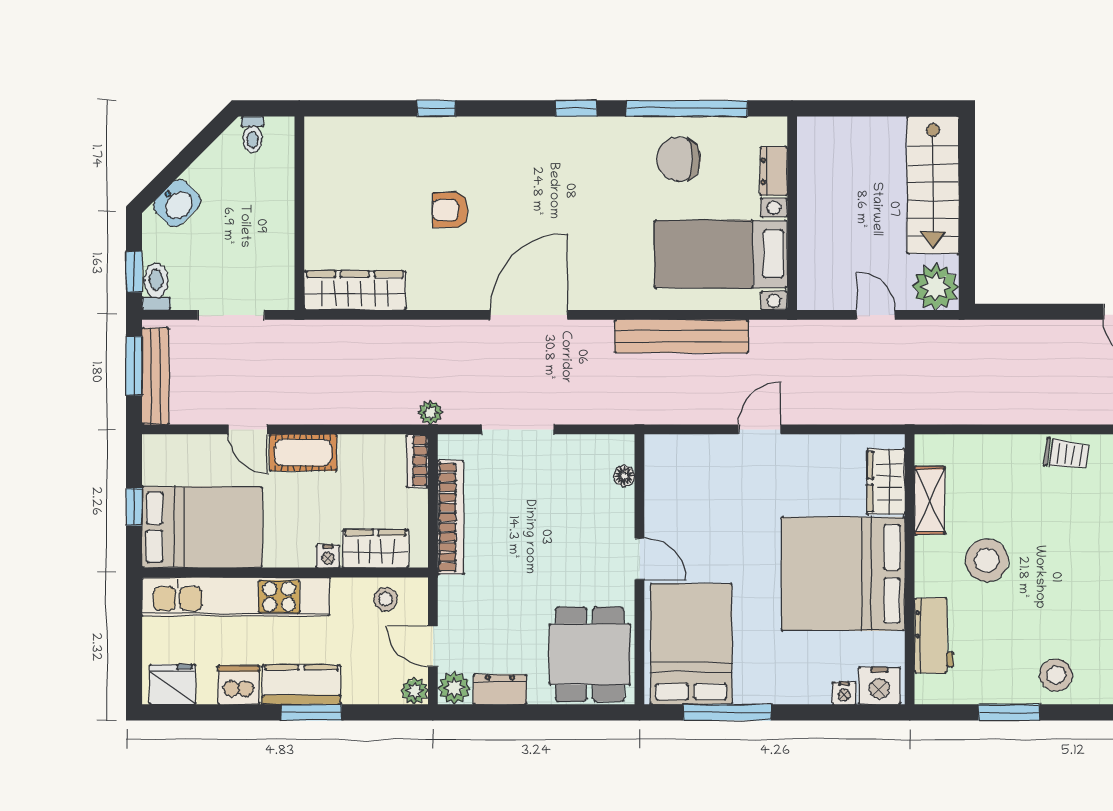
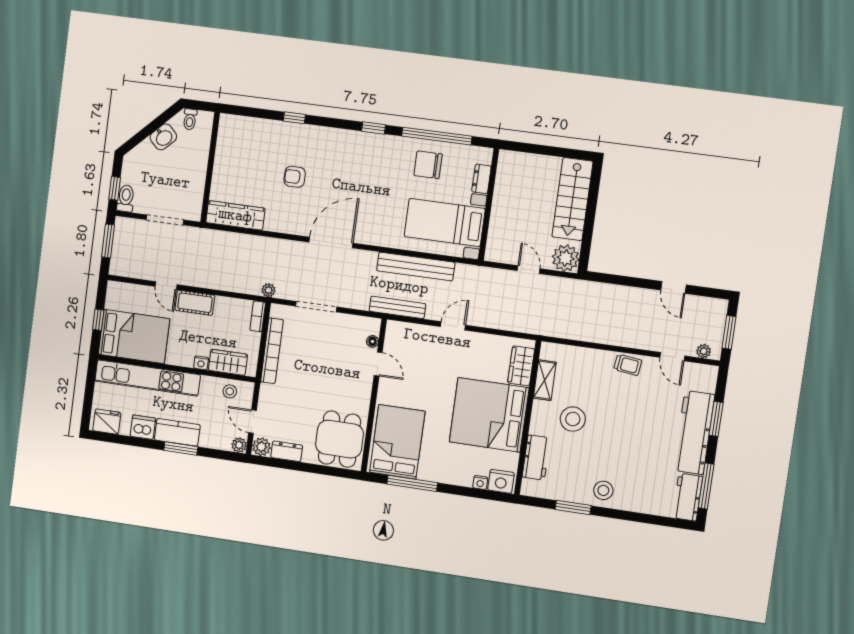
washbasin: (177, 203) -> (163, 137), moved
bench: (155, 376) -> (397, 307), moved, turned 90
door: (639, 559) -> (378, 364), moved

